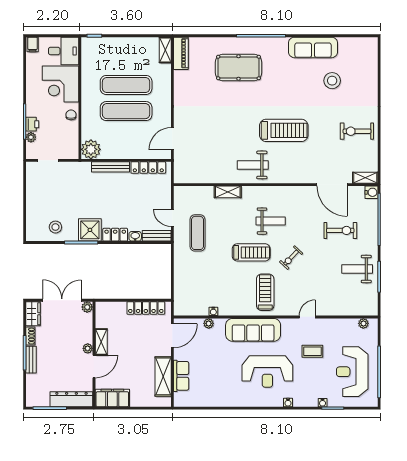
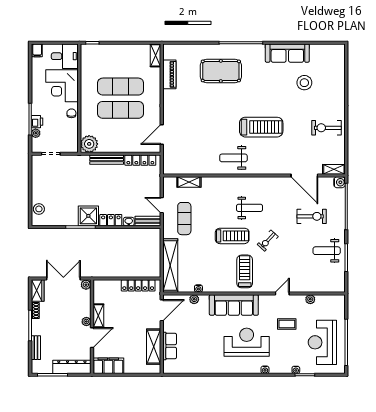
piano: (181, 53) -> (169, 74), moved
shelving: (228, 192) -> (189, 182), moved
stool: (55, 227) -> (39, 209), moved
shelving: (182, 286) -> (170, 265), added
plant: (363, 323) -> (310, 299), moved
bench: (31, 360) -> (36, 348), moved
reception desk: (267, 372) -> (247, 342), turned 180

